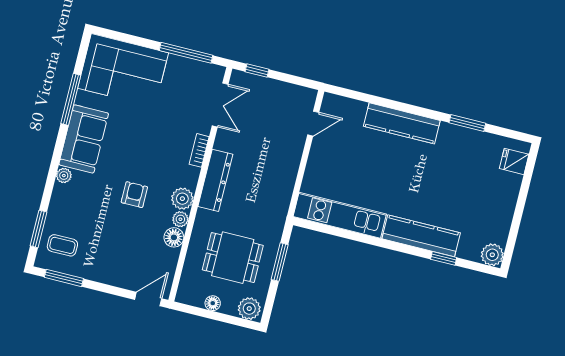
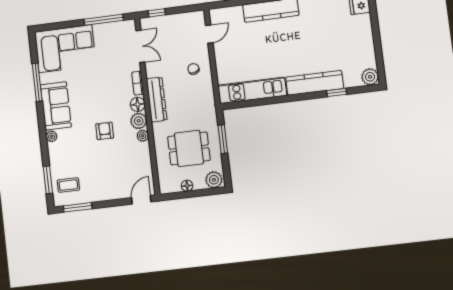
chair: (276, 160) -> (193, 69), added
floor lamp: (174, 237) -> (138, 104), moved

